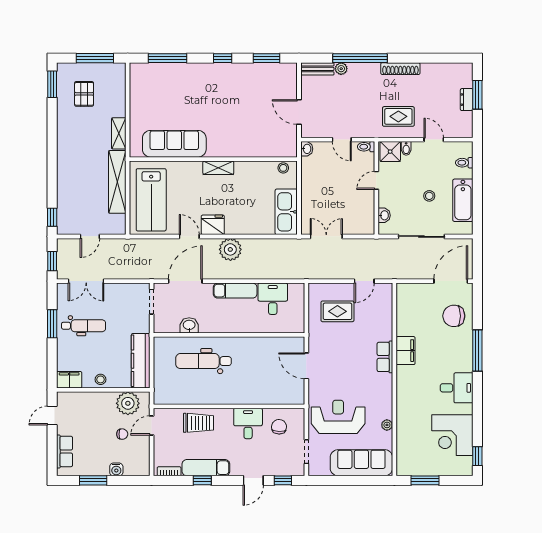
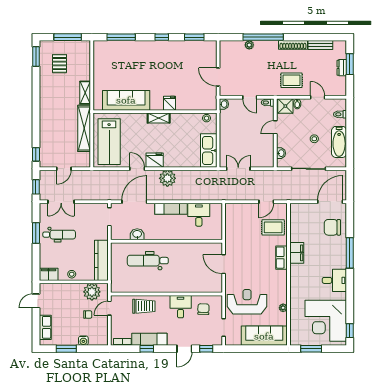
bench: (317, 69) -> (320, 45), moved
fridge: (233, 148) -> (169, 103), added
rug: (337, 311) -> (273, 227), moved
corner desk: (452, 435) -> (326, 321), width x1.36, depth x1.36

